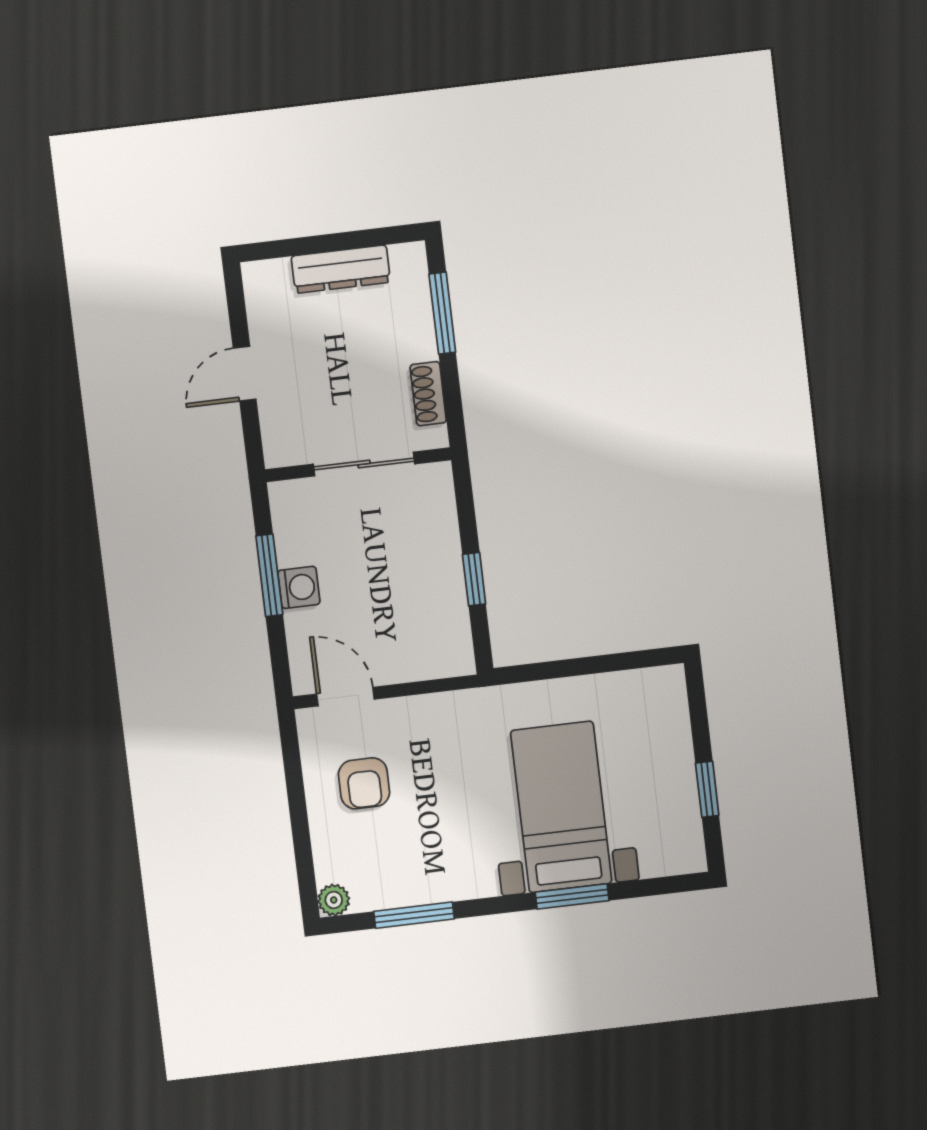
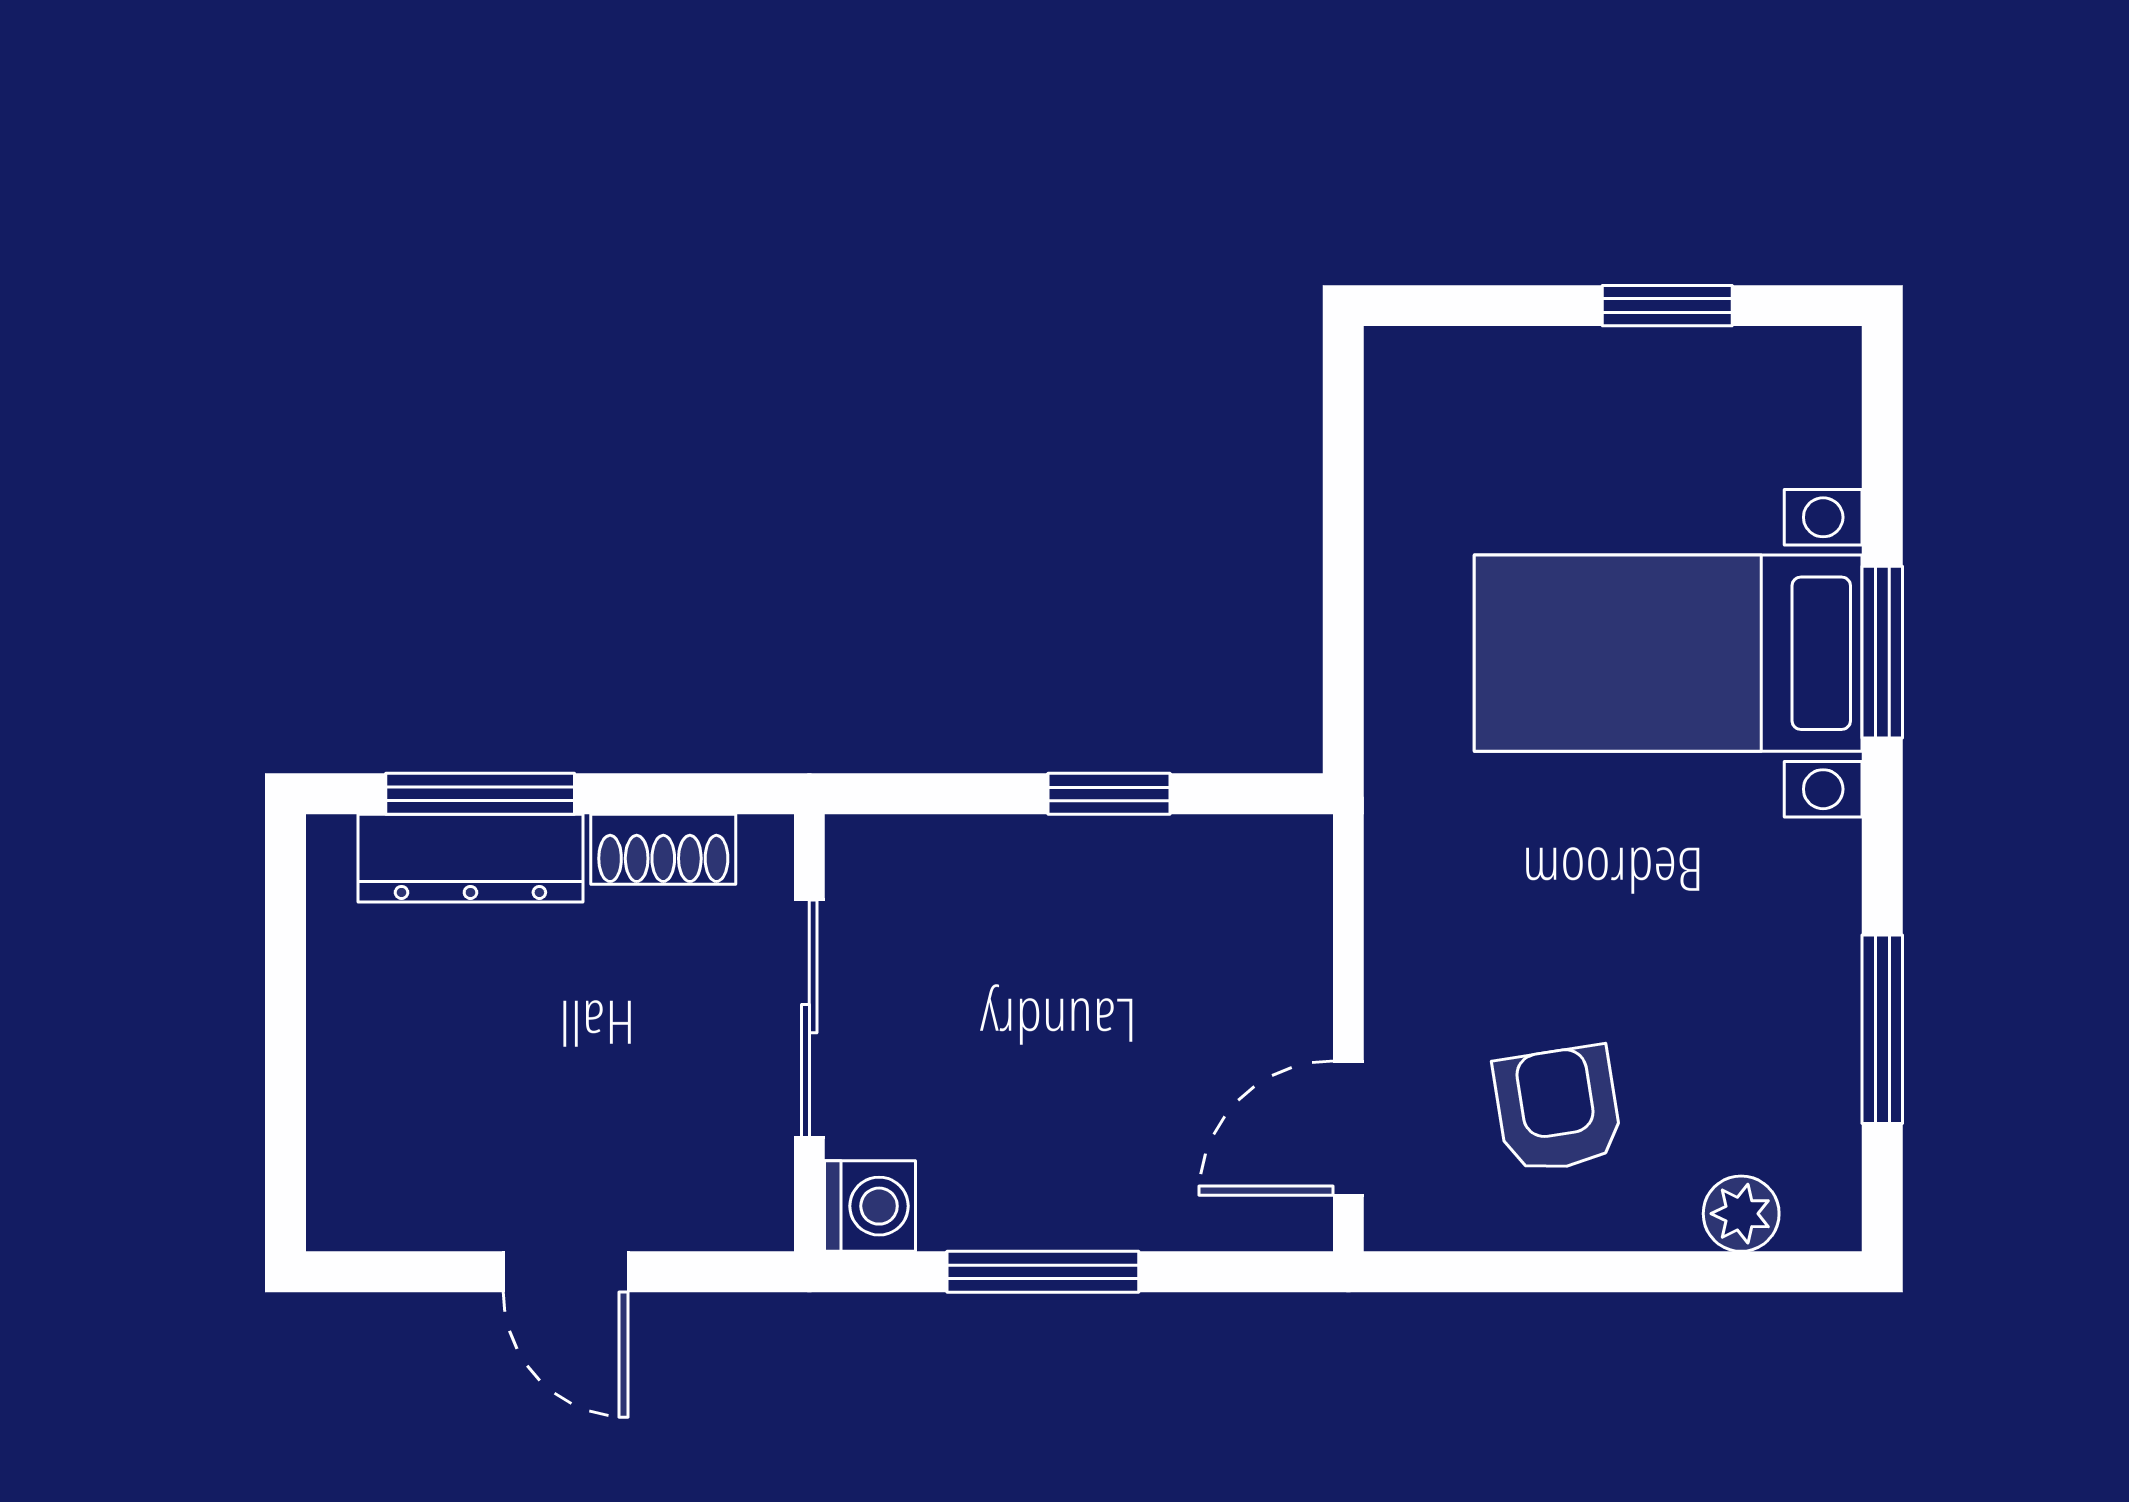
dresser: (341, 269) -> (470, 858), moved, turned 90
washing machine: (299, 587) -> (870, 1206), moved, turned 90
armchair: (364, 783) -> (1558, 1109), turned -99
plant: (334, 900) -> (1741, 1214), moved

